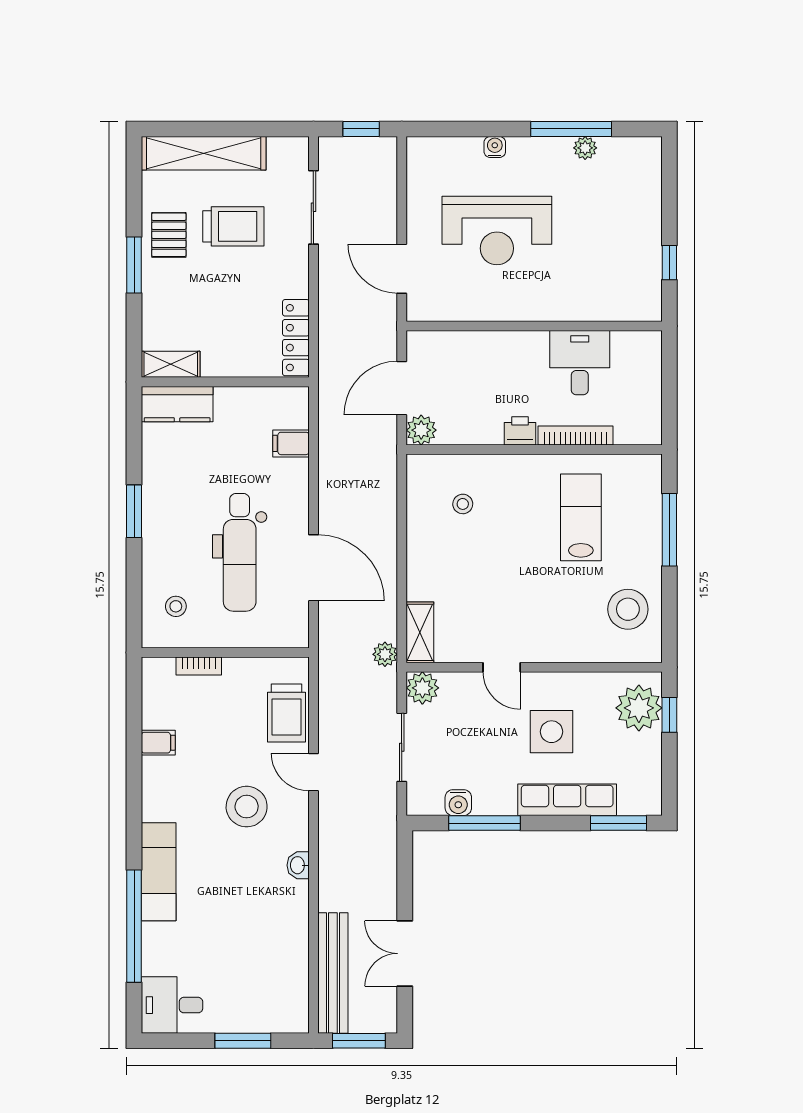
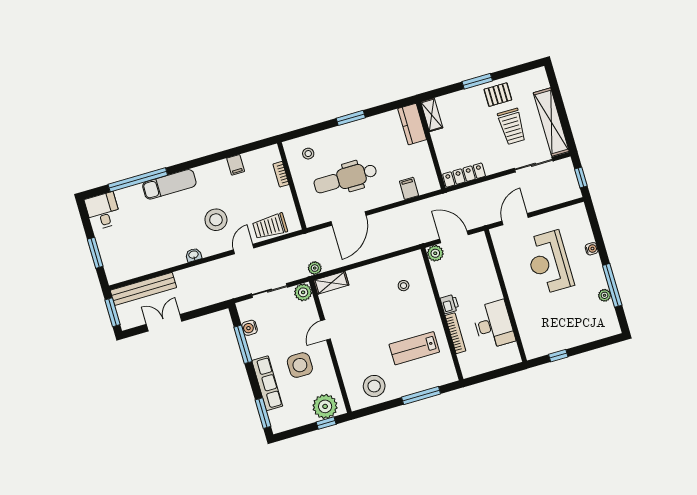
shelving: (204, 153) -> (551, 122), moved
desk: (580, 363) -> (494, 325), width x1.37
lab bench: (581, 517) -> (414, 348), turned 180

